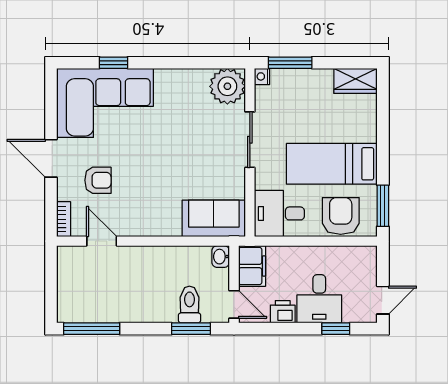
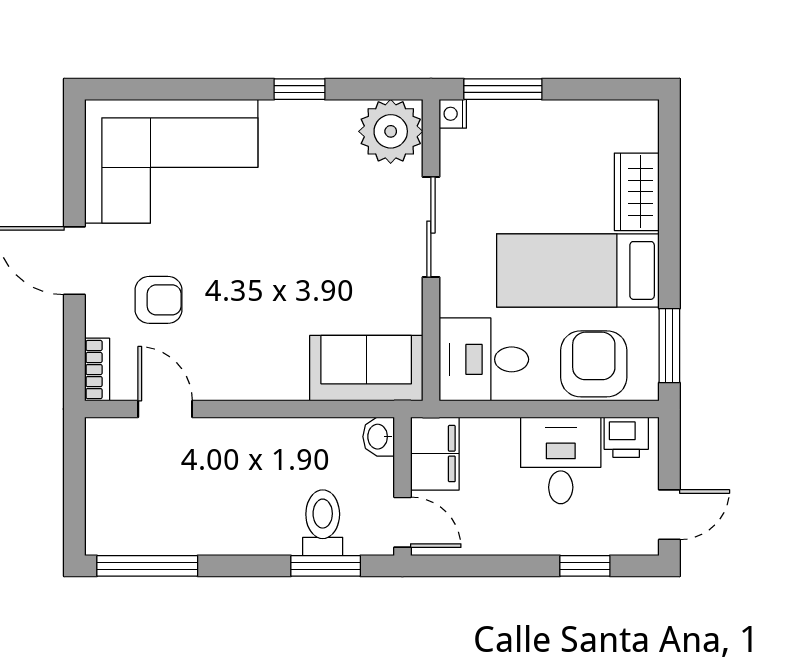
window: (113, 63) -> (299, 89), moved
wardrobe: (356, 81) -> (637, 192), moved, turned 90
desk: (319, 299) -> (561, 460), moved, turned 180
printer: (283, 312) -> (626, 437), moved, turned 180

